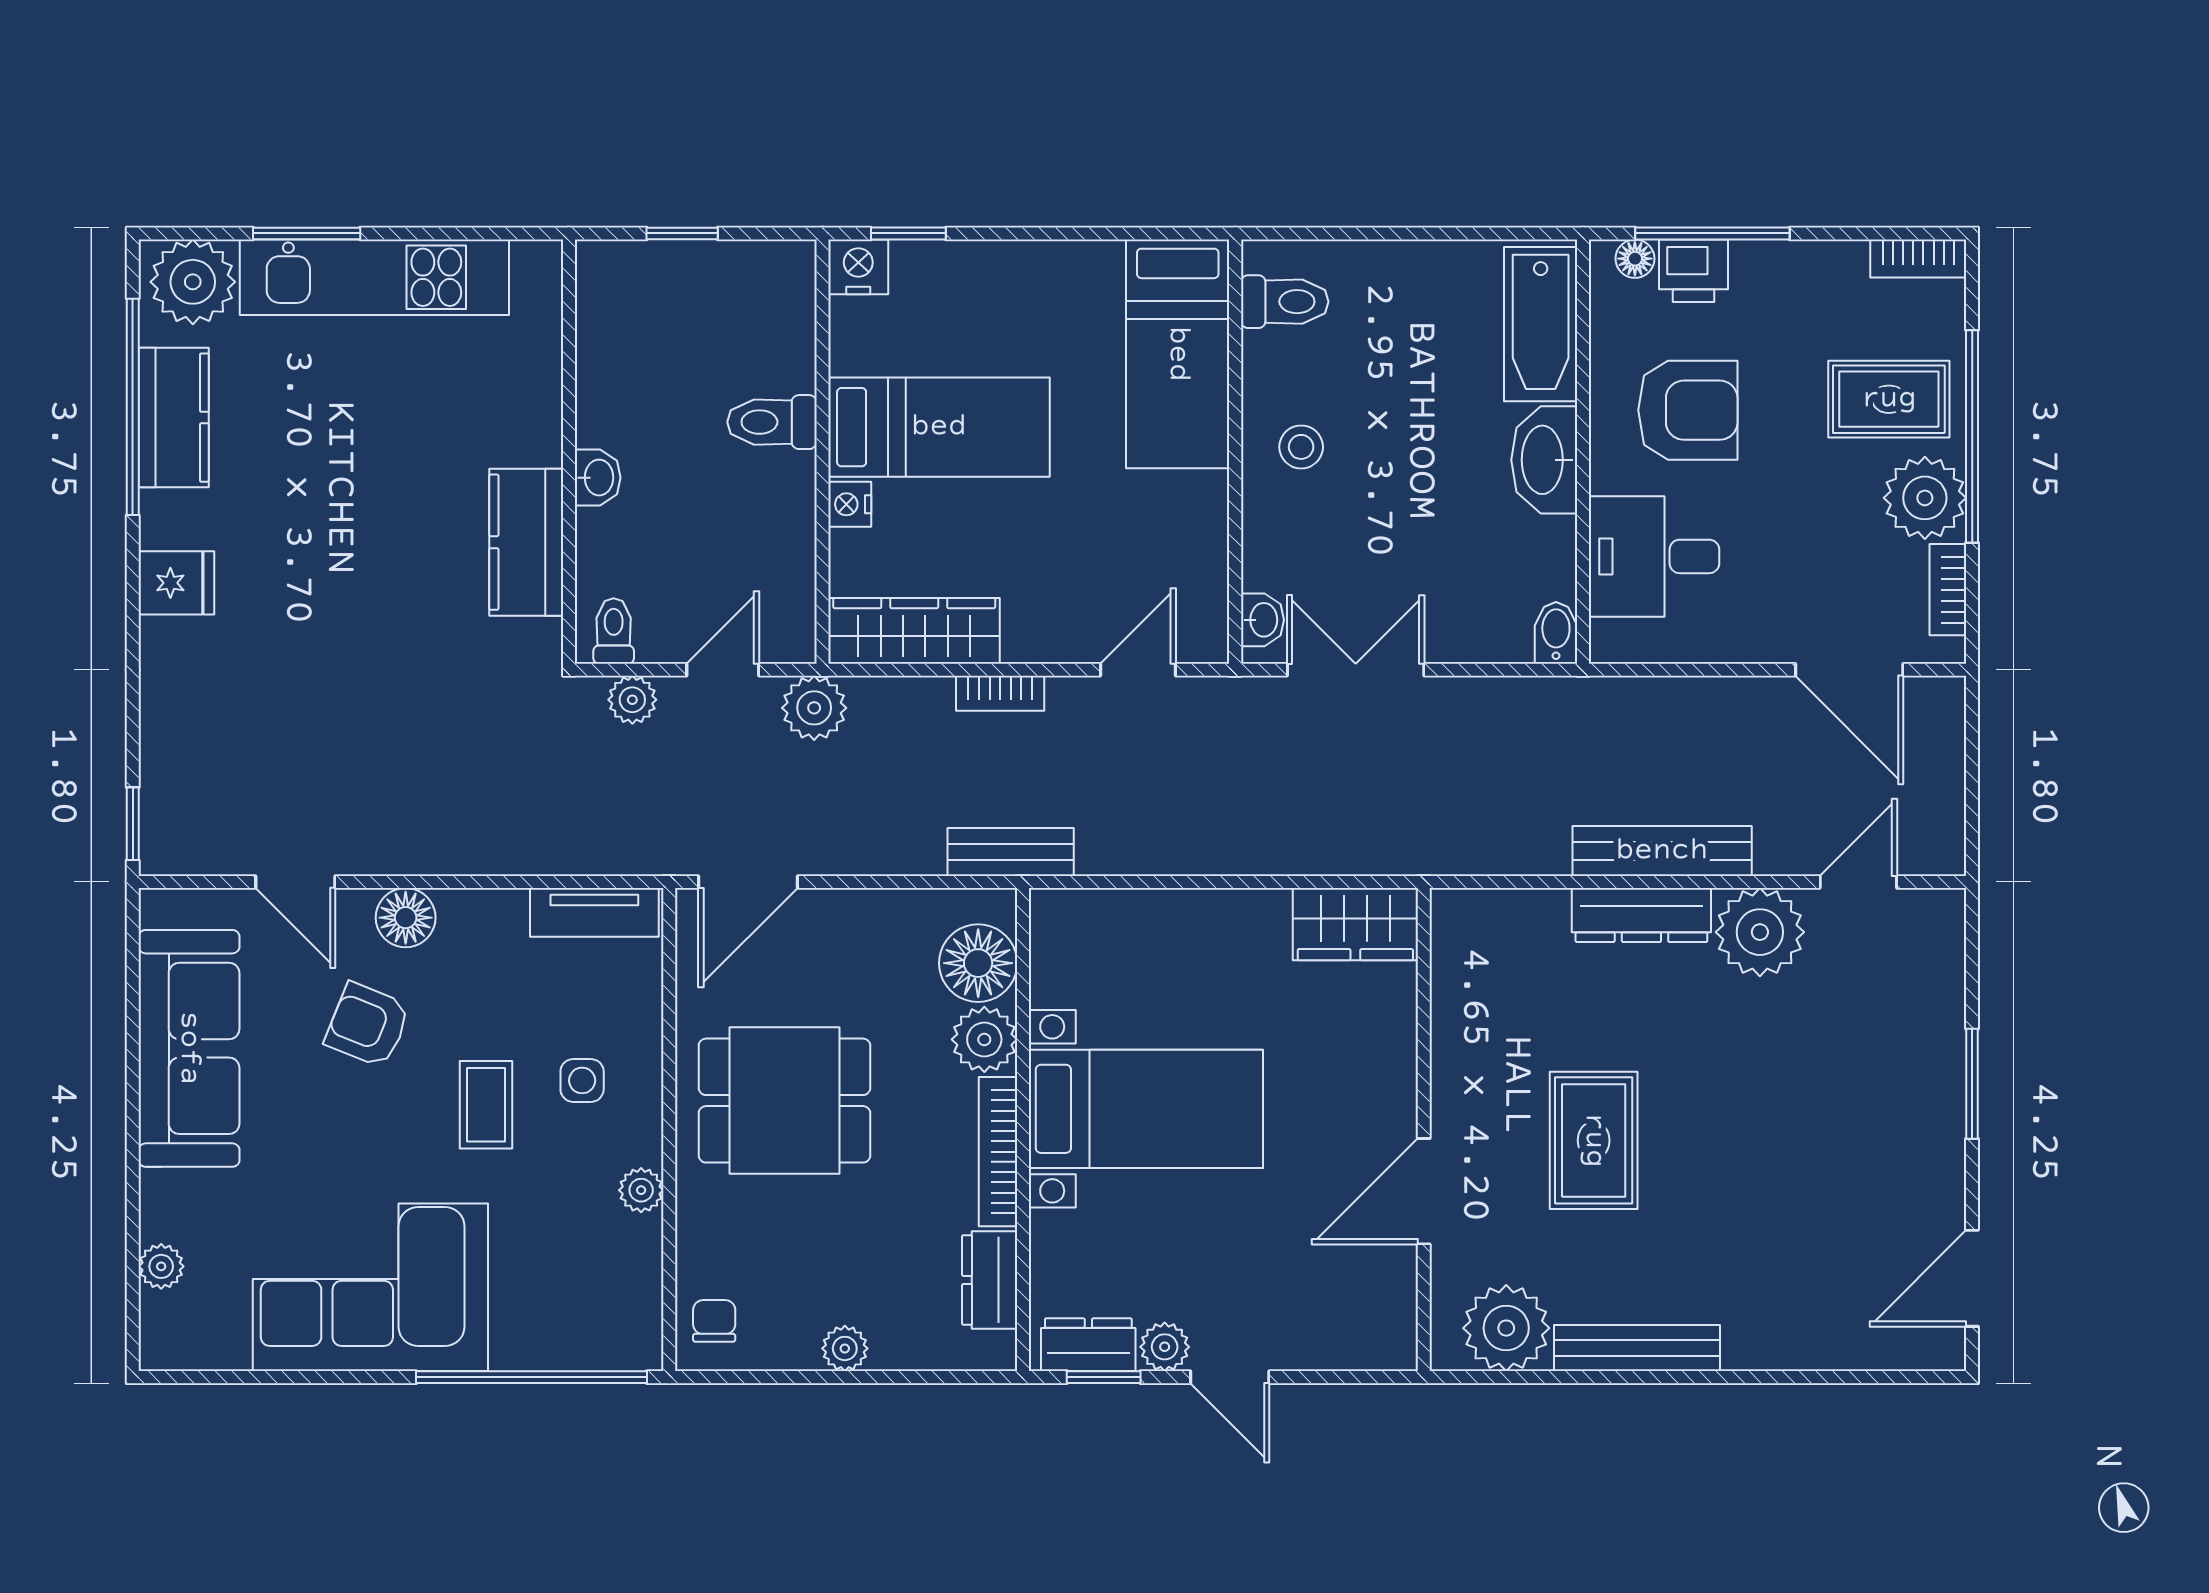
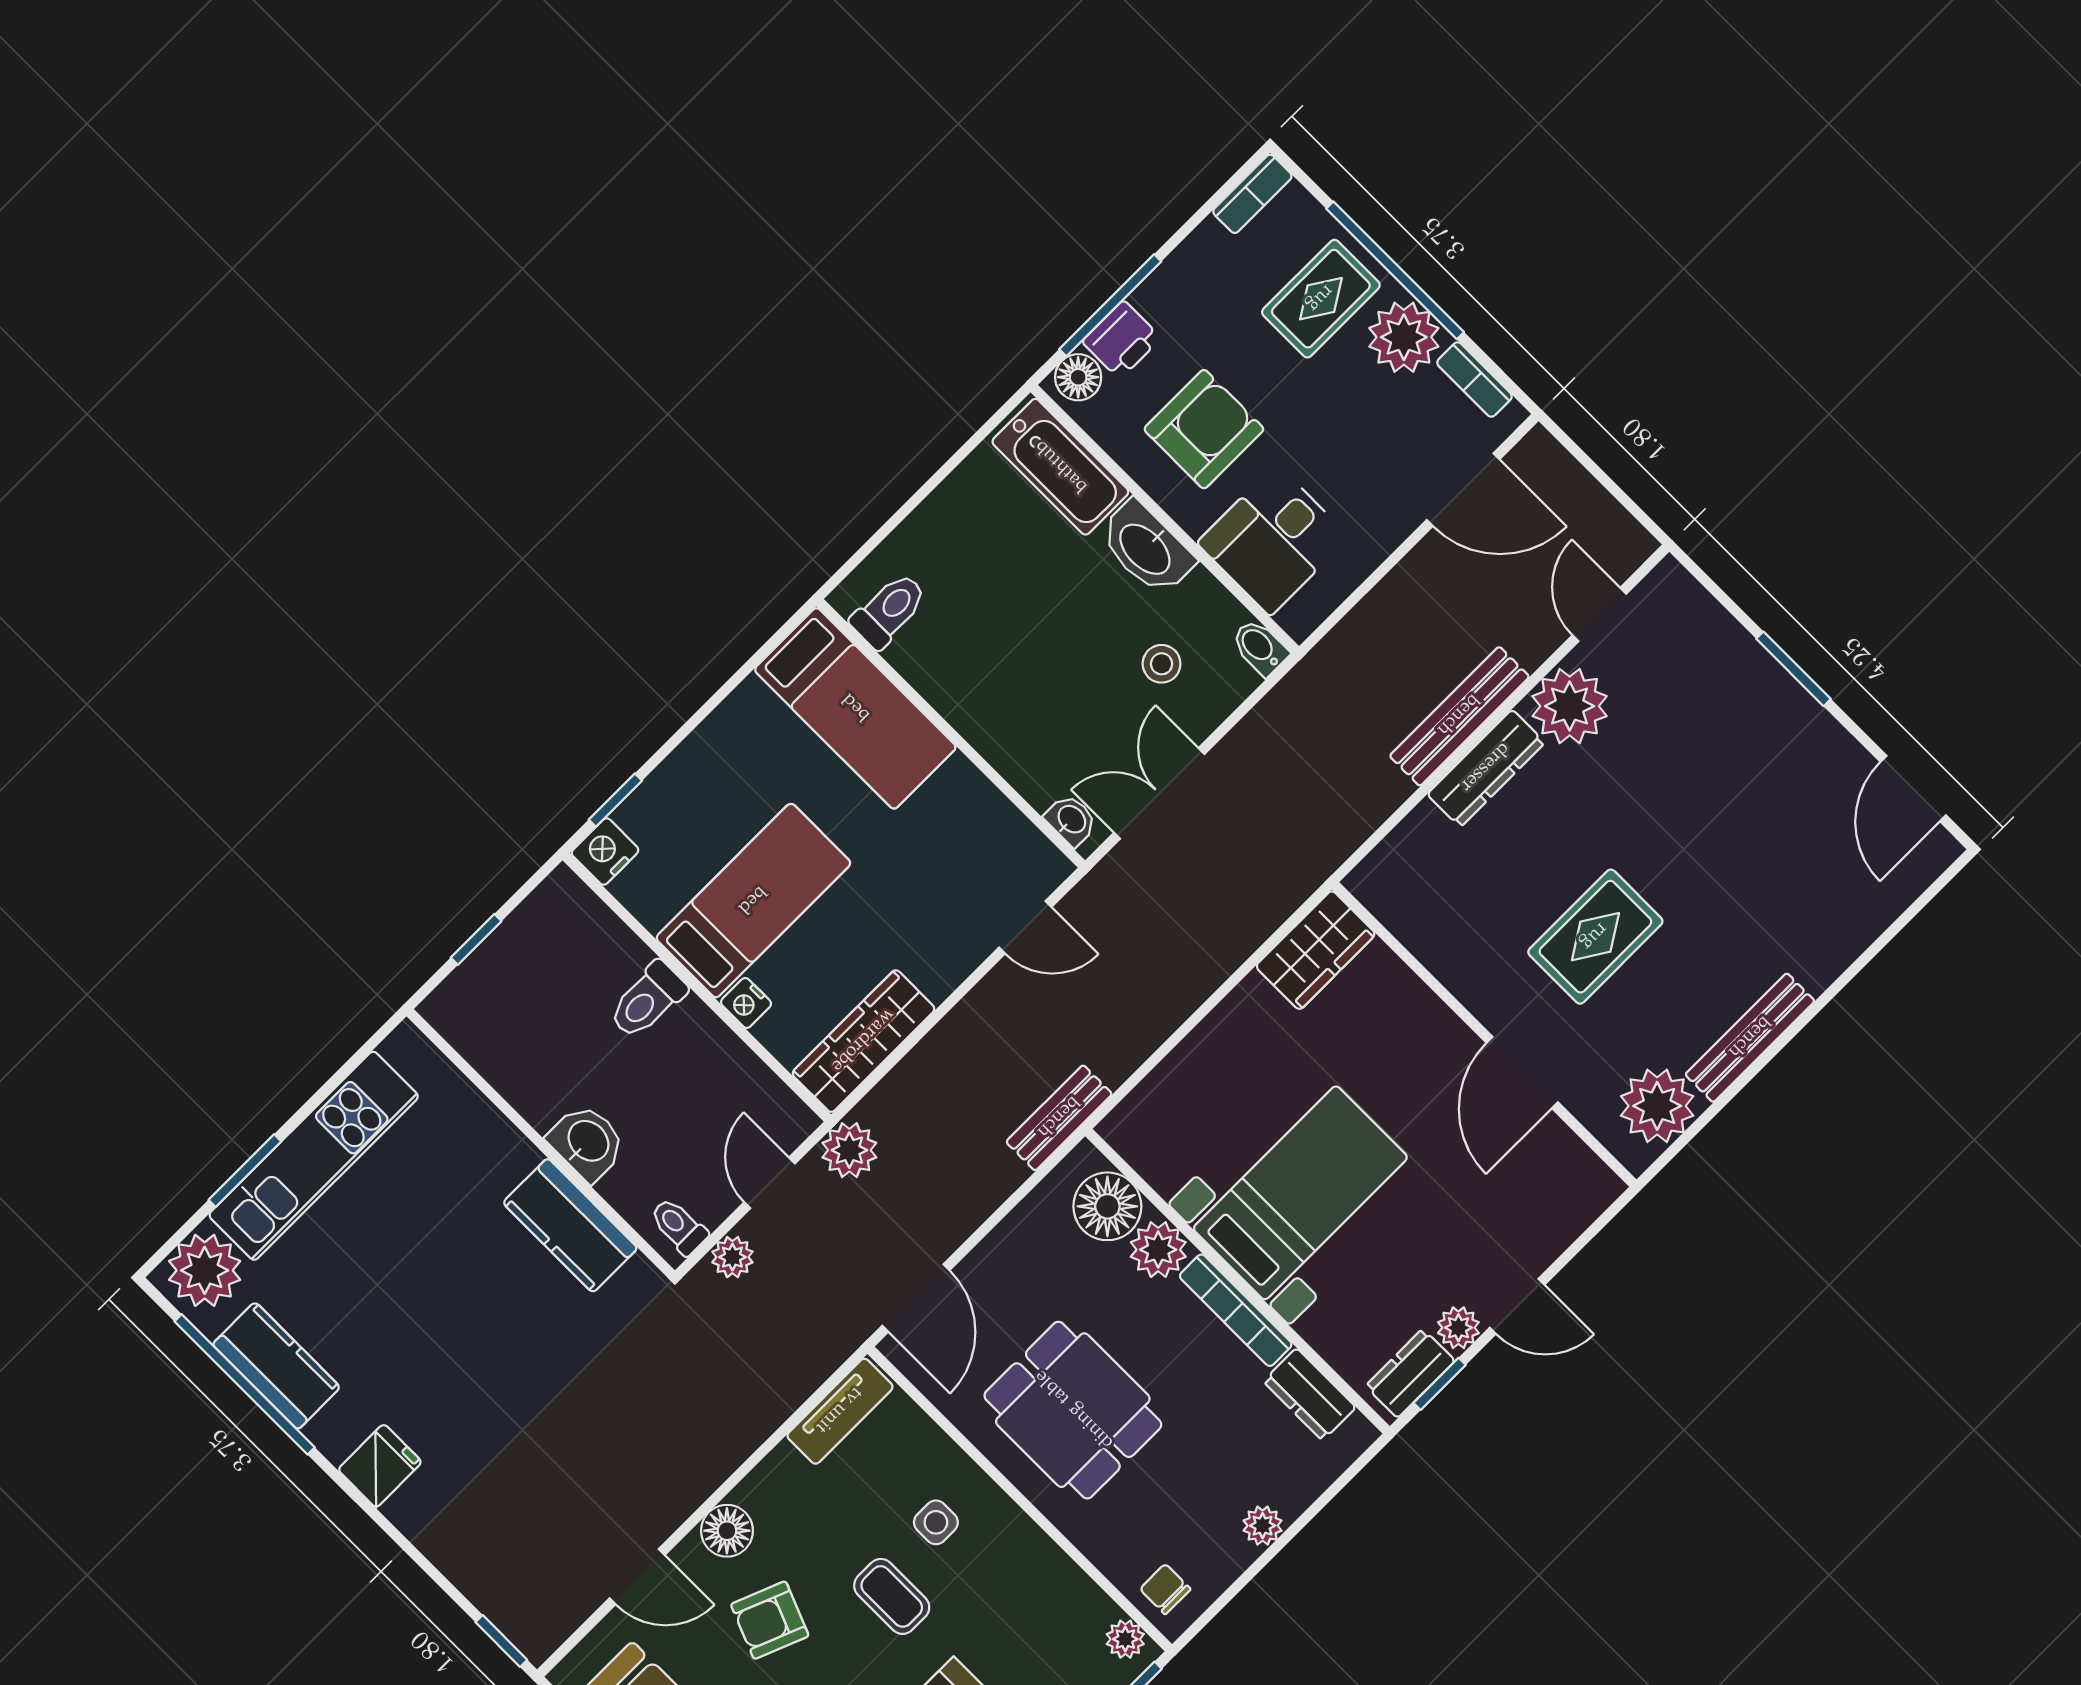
floor lamp: (1635, 259) -> (1078, 377), width x1.37, depth x1.37
stool: (1301, 447) -> (1162, 664), moved
washbasin: (598, 478) -> (587, 1142), width x1.38, depth x1.45
door: (1138, 670) -> (1025, 927), swing flipped
bookcase: (1000, 693) -> (955, 1027), removed
dining table: (784, 1101) -> (1073, 1410), turned 90
rug: (1594, 1140) -> (1595, 937), turned 90
plant: (641, 1190) -> (1125, 1639), moved

